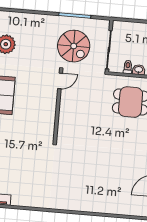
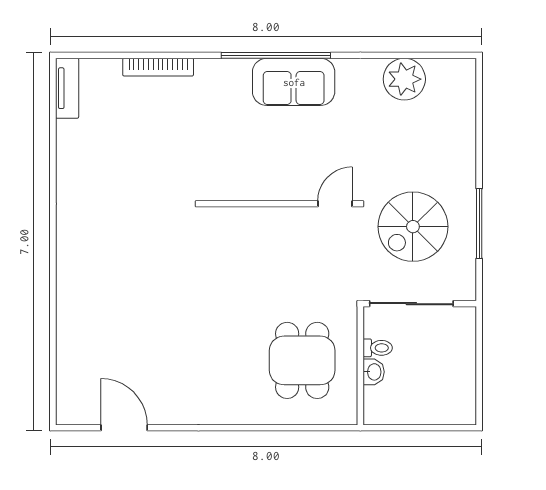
door: (60, 81) -> (335, 204), swing flipped

